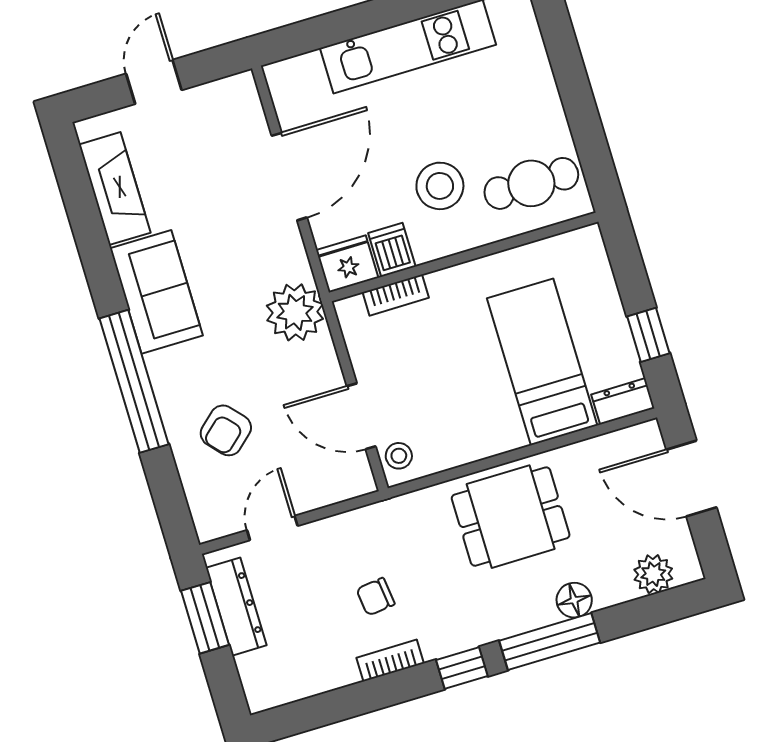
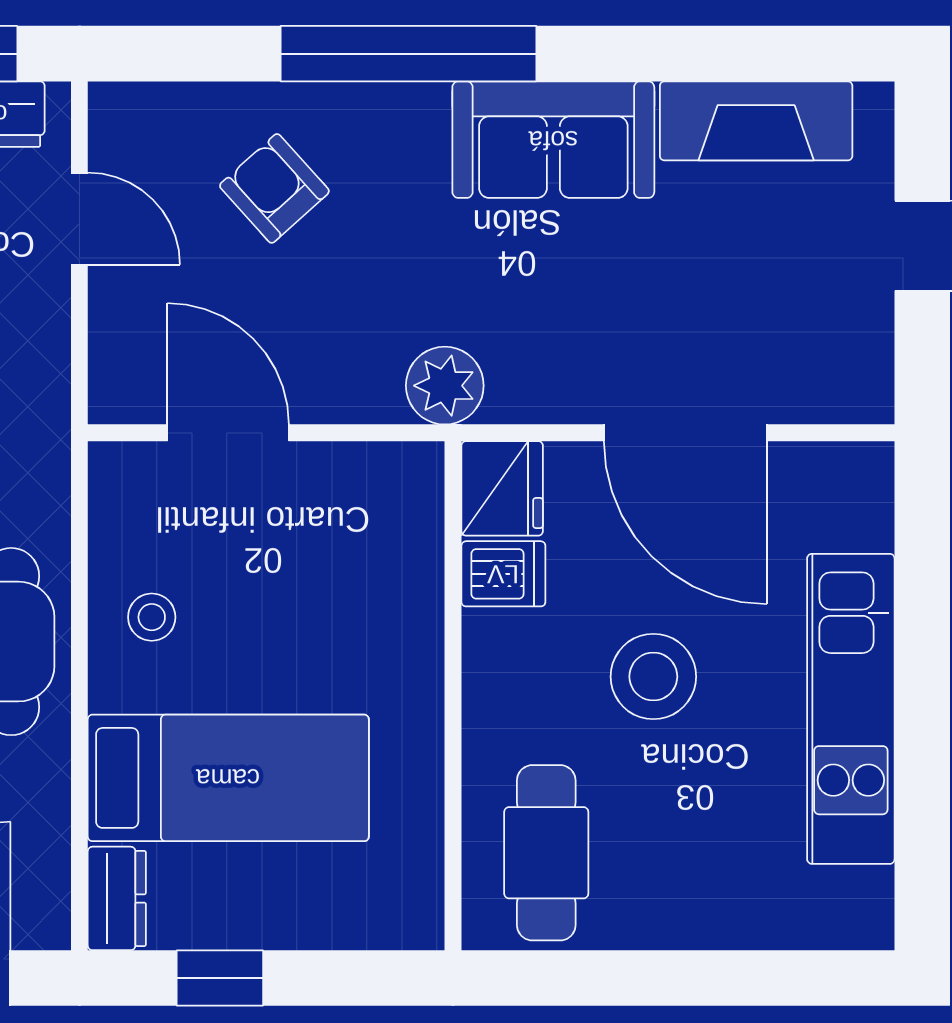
stool: (440, 186) -> (653, 677), moved
bookcase: (396, 295) -> (422, 557), removed
plant: (295, 312) -> (445, 386), width x0.73, depth x0.73
door: (361, 416) -> (228, 433), hinge flipped
stool: (399, 456) -> (152, 617), moved

